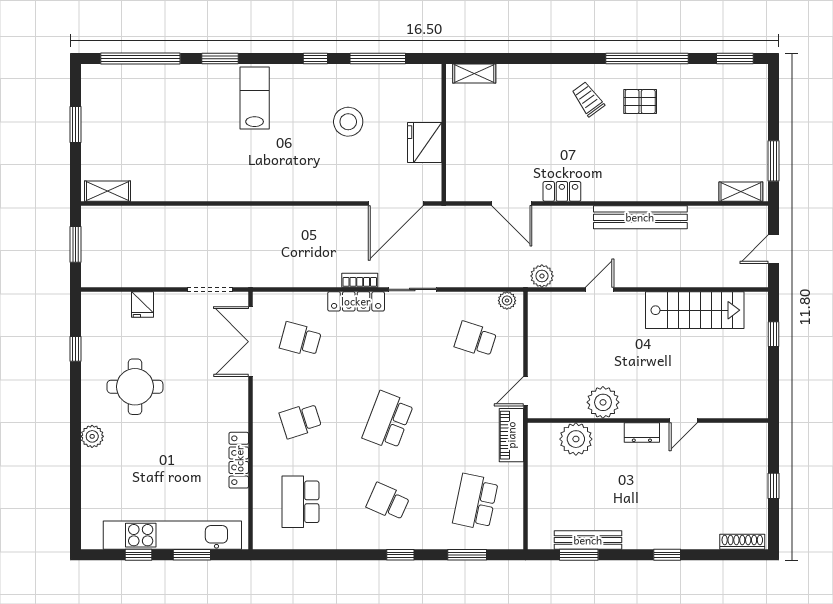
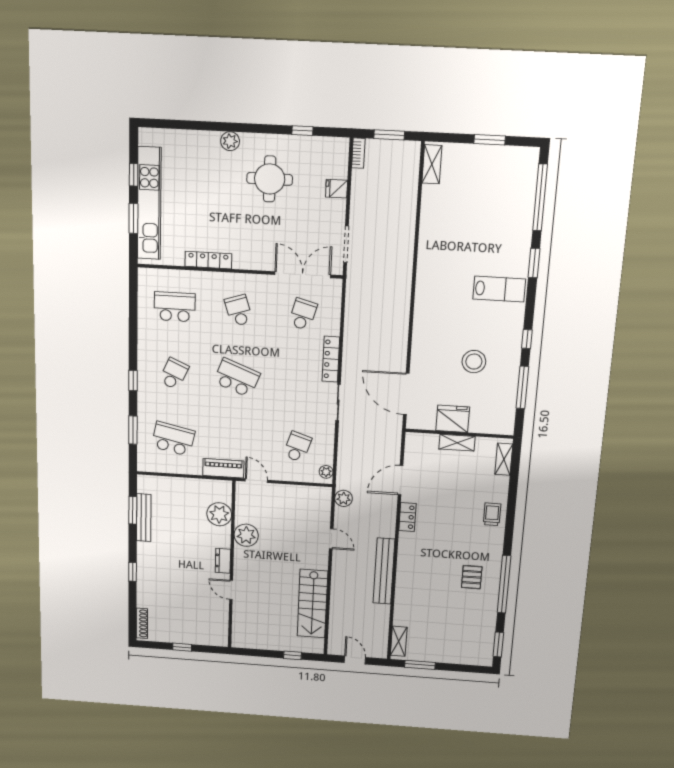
trolley: (588, 99) -> (492, 514), moved, turned -54
shelving: (456, 135) -> (457, 443), added
bookcase: (360, 280) -> (358, 153), moved

